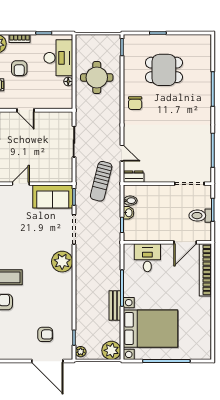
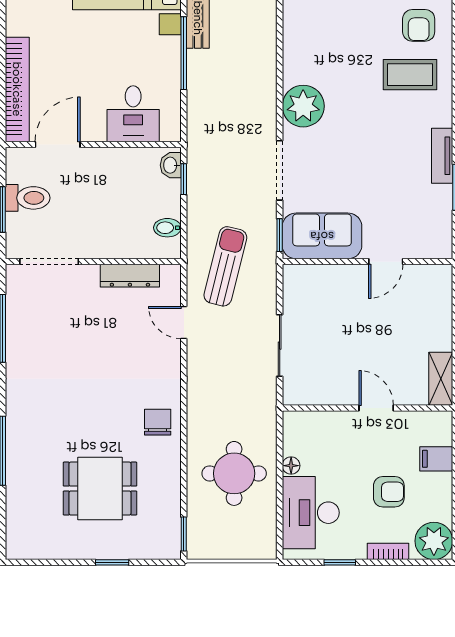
armchair: (19, 68) -> (389, 492), turned 90
dresser: (134, 177) -> (130, 276), moved, width x1.44
washbasin: (128, 213) -> (171, 165), moved

